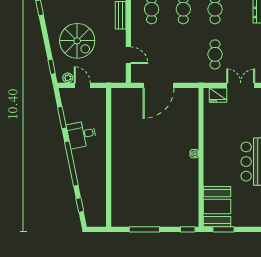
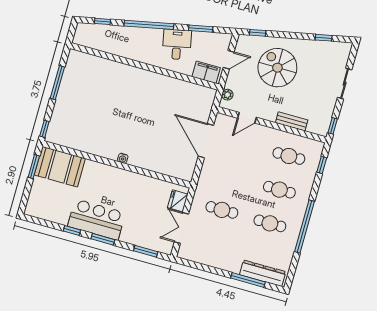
spiral stairs: (77, 41) -> (277, 68), turned 90
plant: (68, 78) -> (227, 95), moved
double door: (241, 85) -> (181, 228), swing flipped
filing cabinet: (99, 102) -> (206, 72), added

